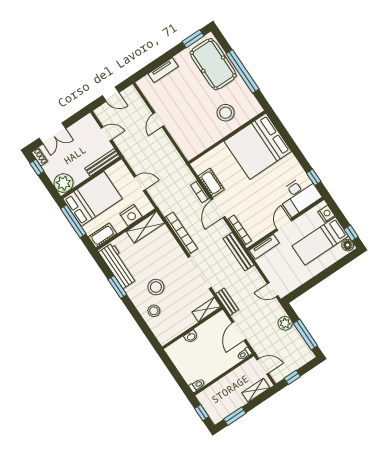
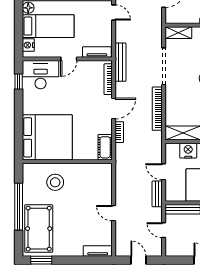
tv unit: (163, 70) -> (98, 251), moved
door: (158, 120) -> (114, 213), swing flipped
cot: (211, 183) -> (105, 147), moved
window: (351, 233) -> (19, 16), removed
bench: (227, 302) -> (157, 194), moved

